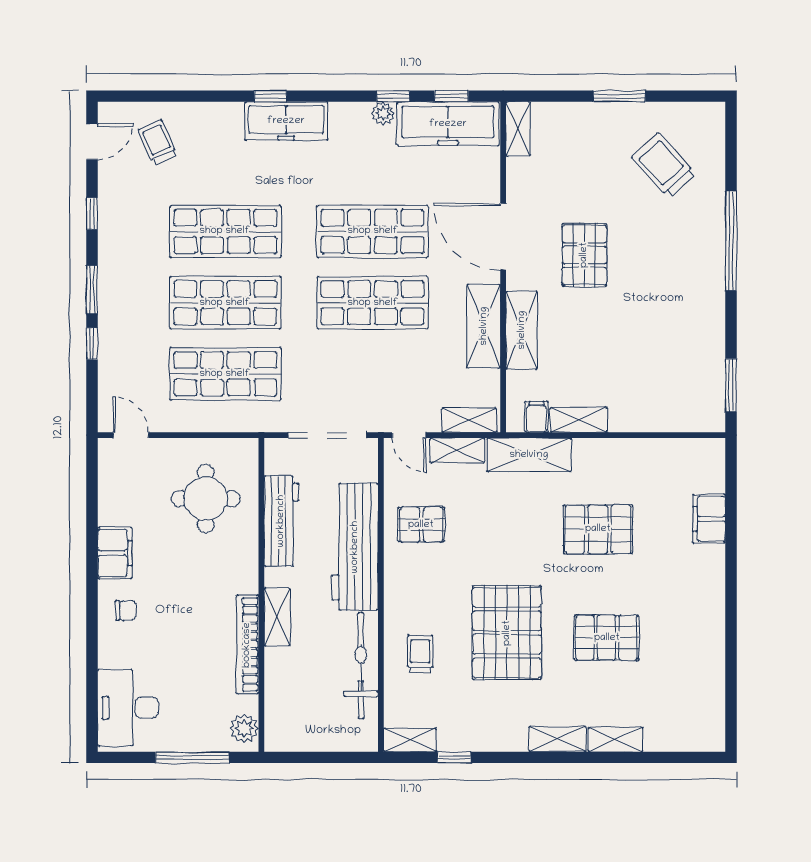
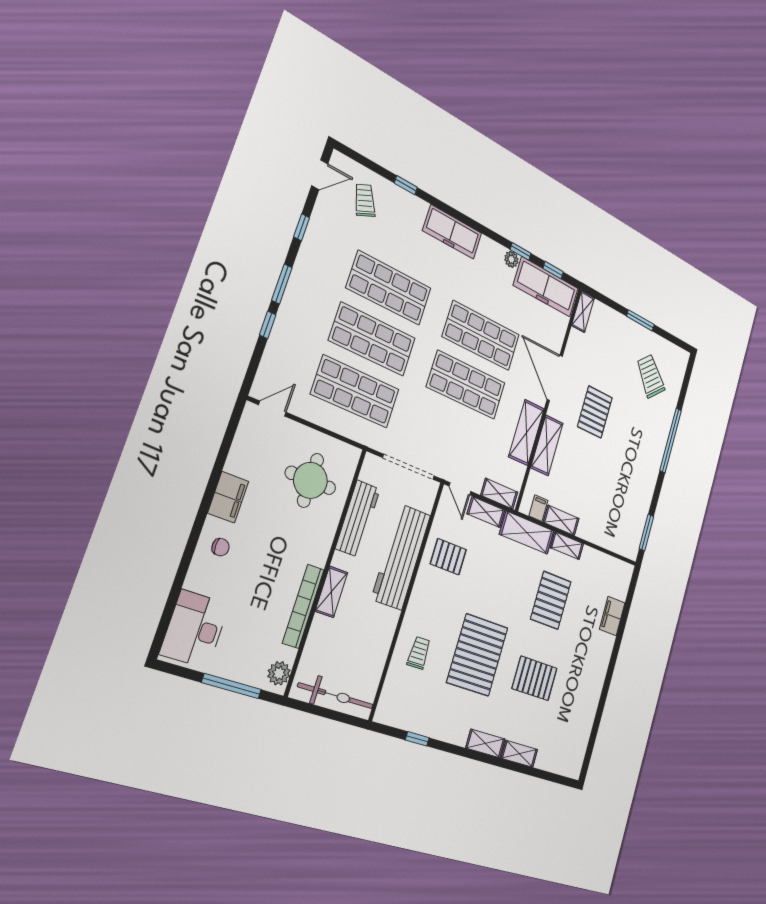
window: (270, 96) -> (406, 185), moved
door: (131, 435) -> (272, 409), hinge flipped
pallet: (598, 529) -> (551, 600), turned 90
bicycle: (361, 666) -> (336, 696), moved, turned 90
shelving: (410, 740) -> (567, 546), moved

